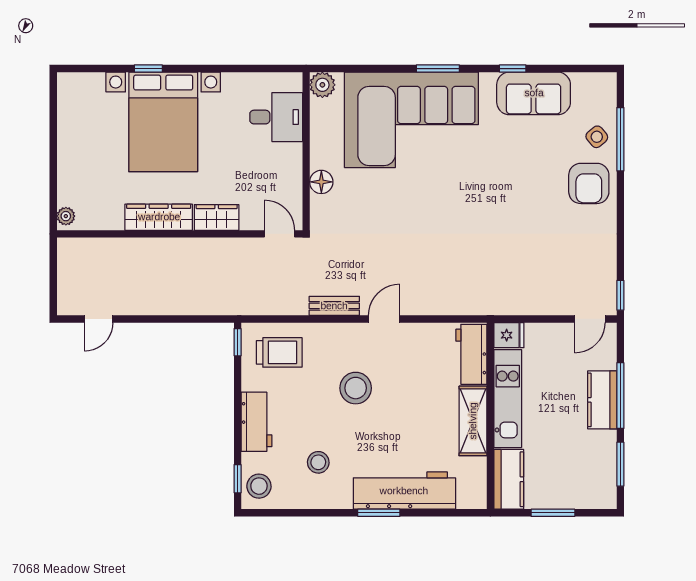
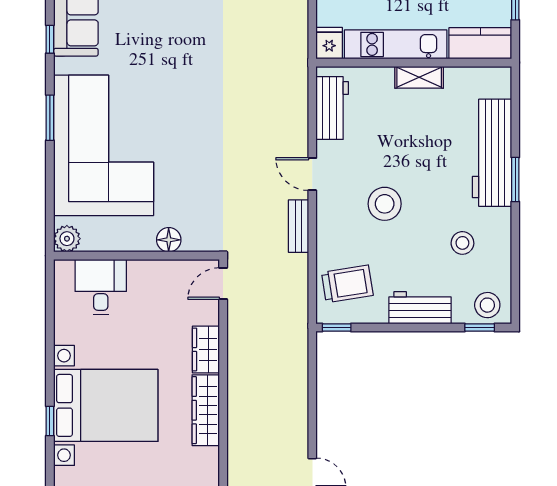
trolley: (279, 352) -> (347, 284), turned 81
workbench: (471, 354) -> (332, 108), moved, turned -90
shelving: (473, 421) -> (419, 77), width x0.67, depth x0.75

